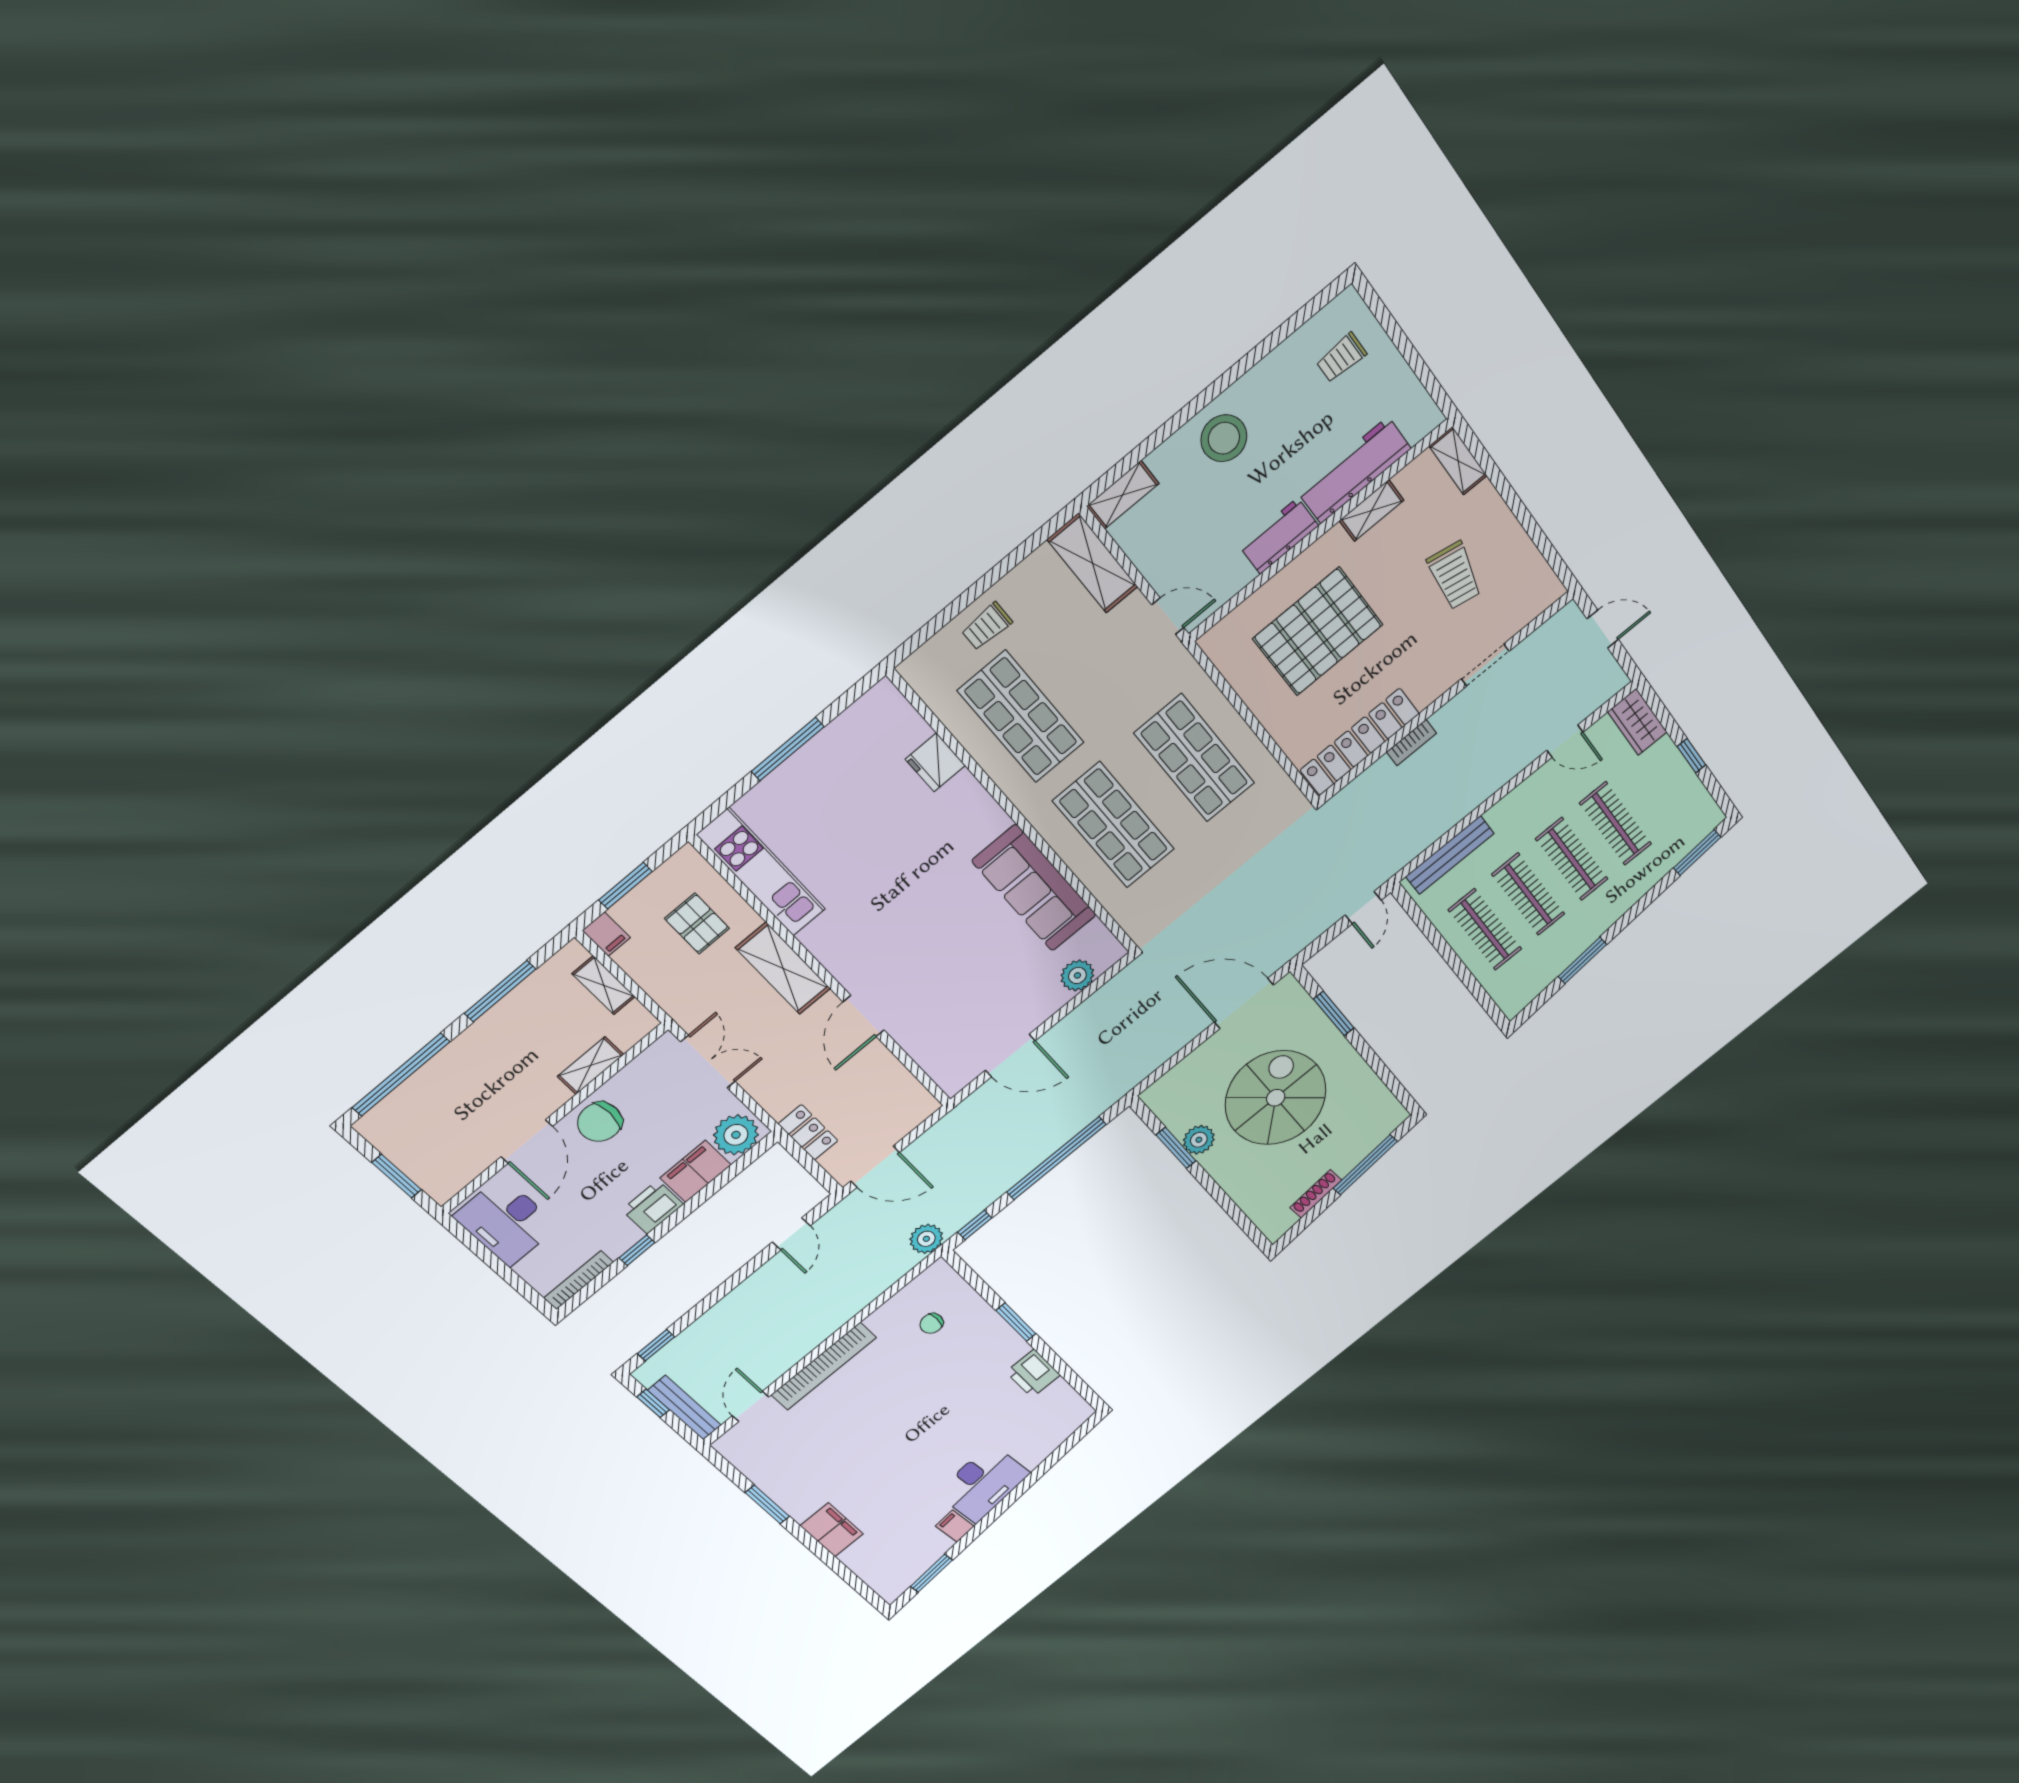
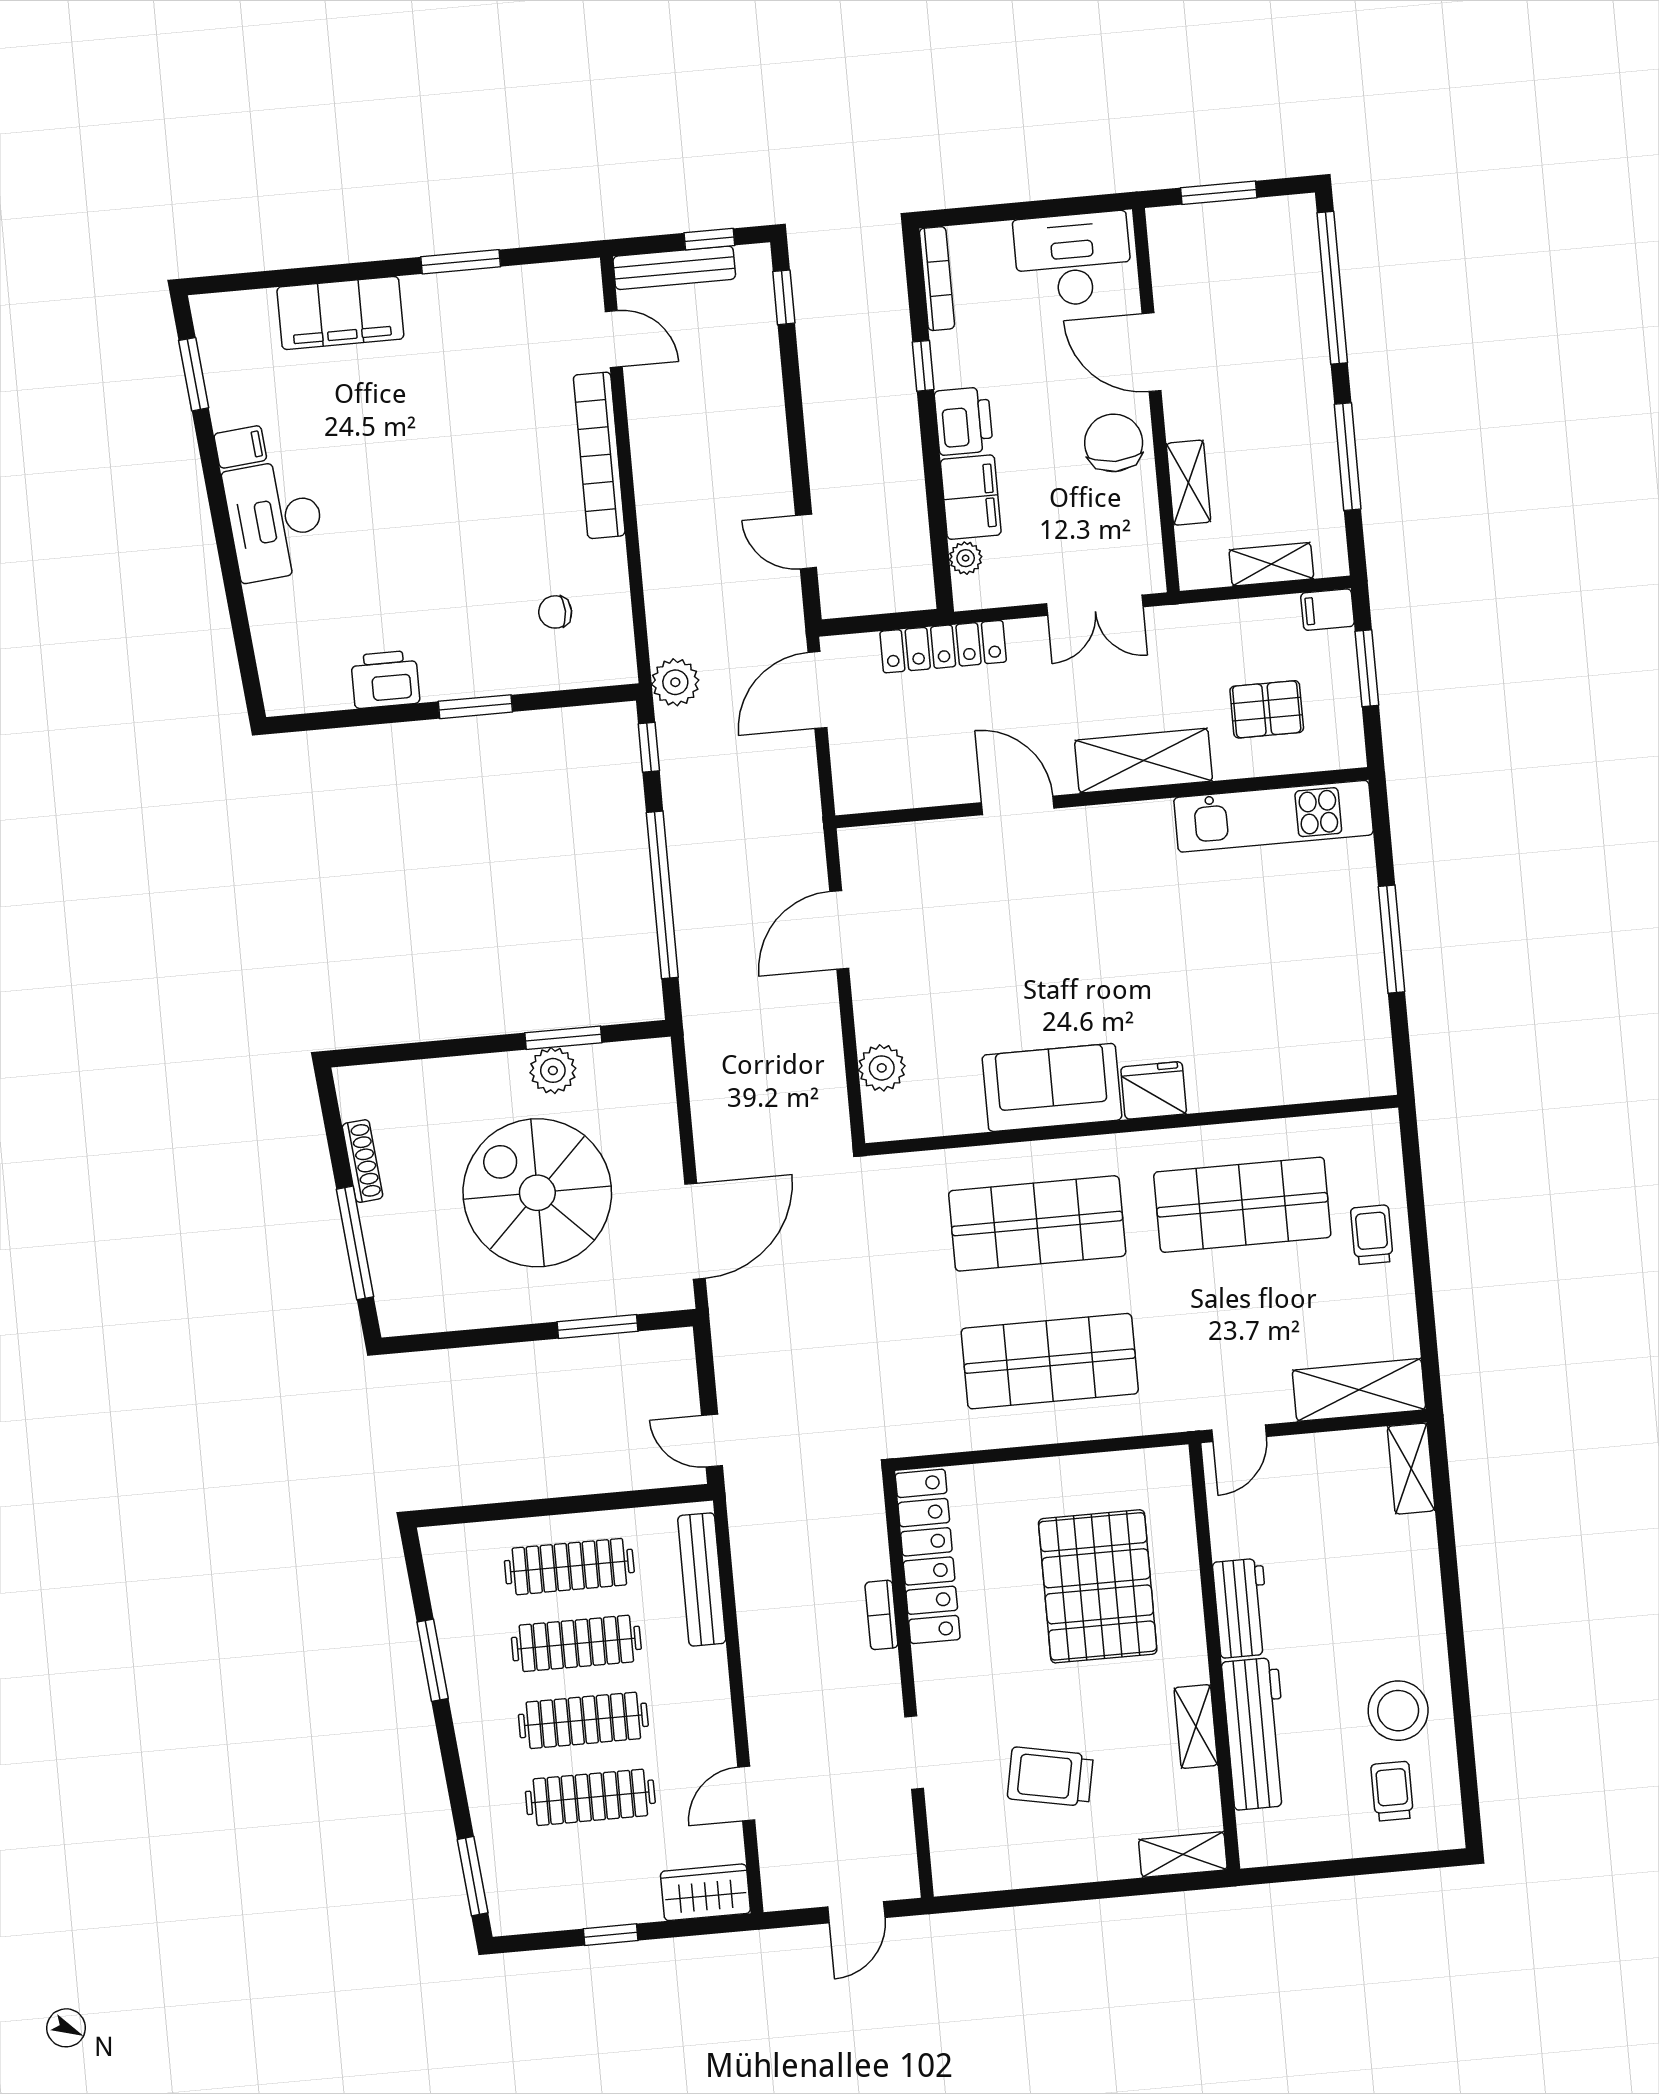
stool: (1224, 438) -> (1398, 1711), moved
fridge: (935, 762) -> (1154, 1090), moved
sofa: (1034, 888) -> (1052, 1087), width x0.73
spiral stairs: (1276, 1098) -> (537, 1193), turned 180
locker: (808, 1132) -> (943, 647), width x1.53
plant: (736, 1135) -> (966, 558), width x0.53, depth x0.53
chair: (932, 1323) -> (555, 612), turned -90
filing cabinet: (832, 1530) -> (340, 313), width x1.50, depth x1.17

